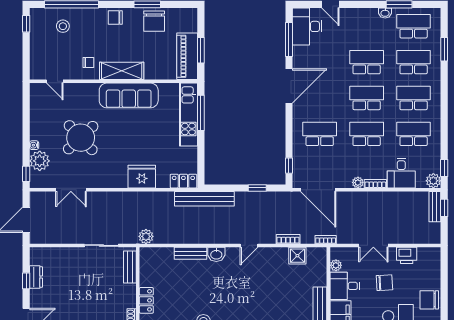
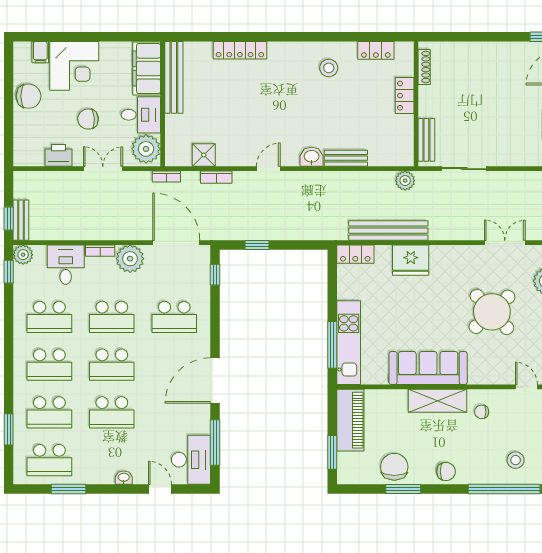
washbasin: (385, 13) -> (124, 478), moved
window: (201, 50) -> (332, 452), moved
plant: (358, 183) -> (130, 259), width x1.88, depth x1.88
bench: (204, 199) -> (388, 231), moved
plant: (336, 265) -> (146, 149), width x1.88, depth x1.88

